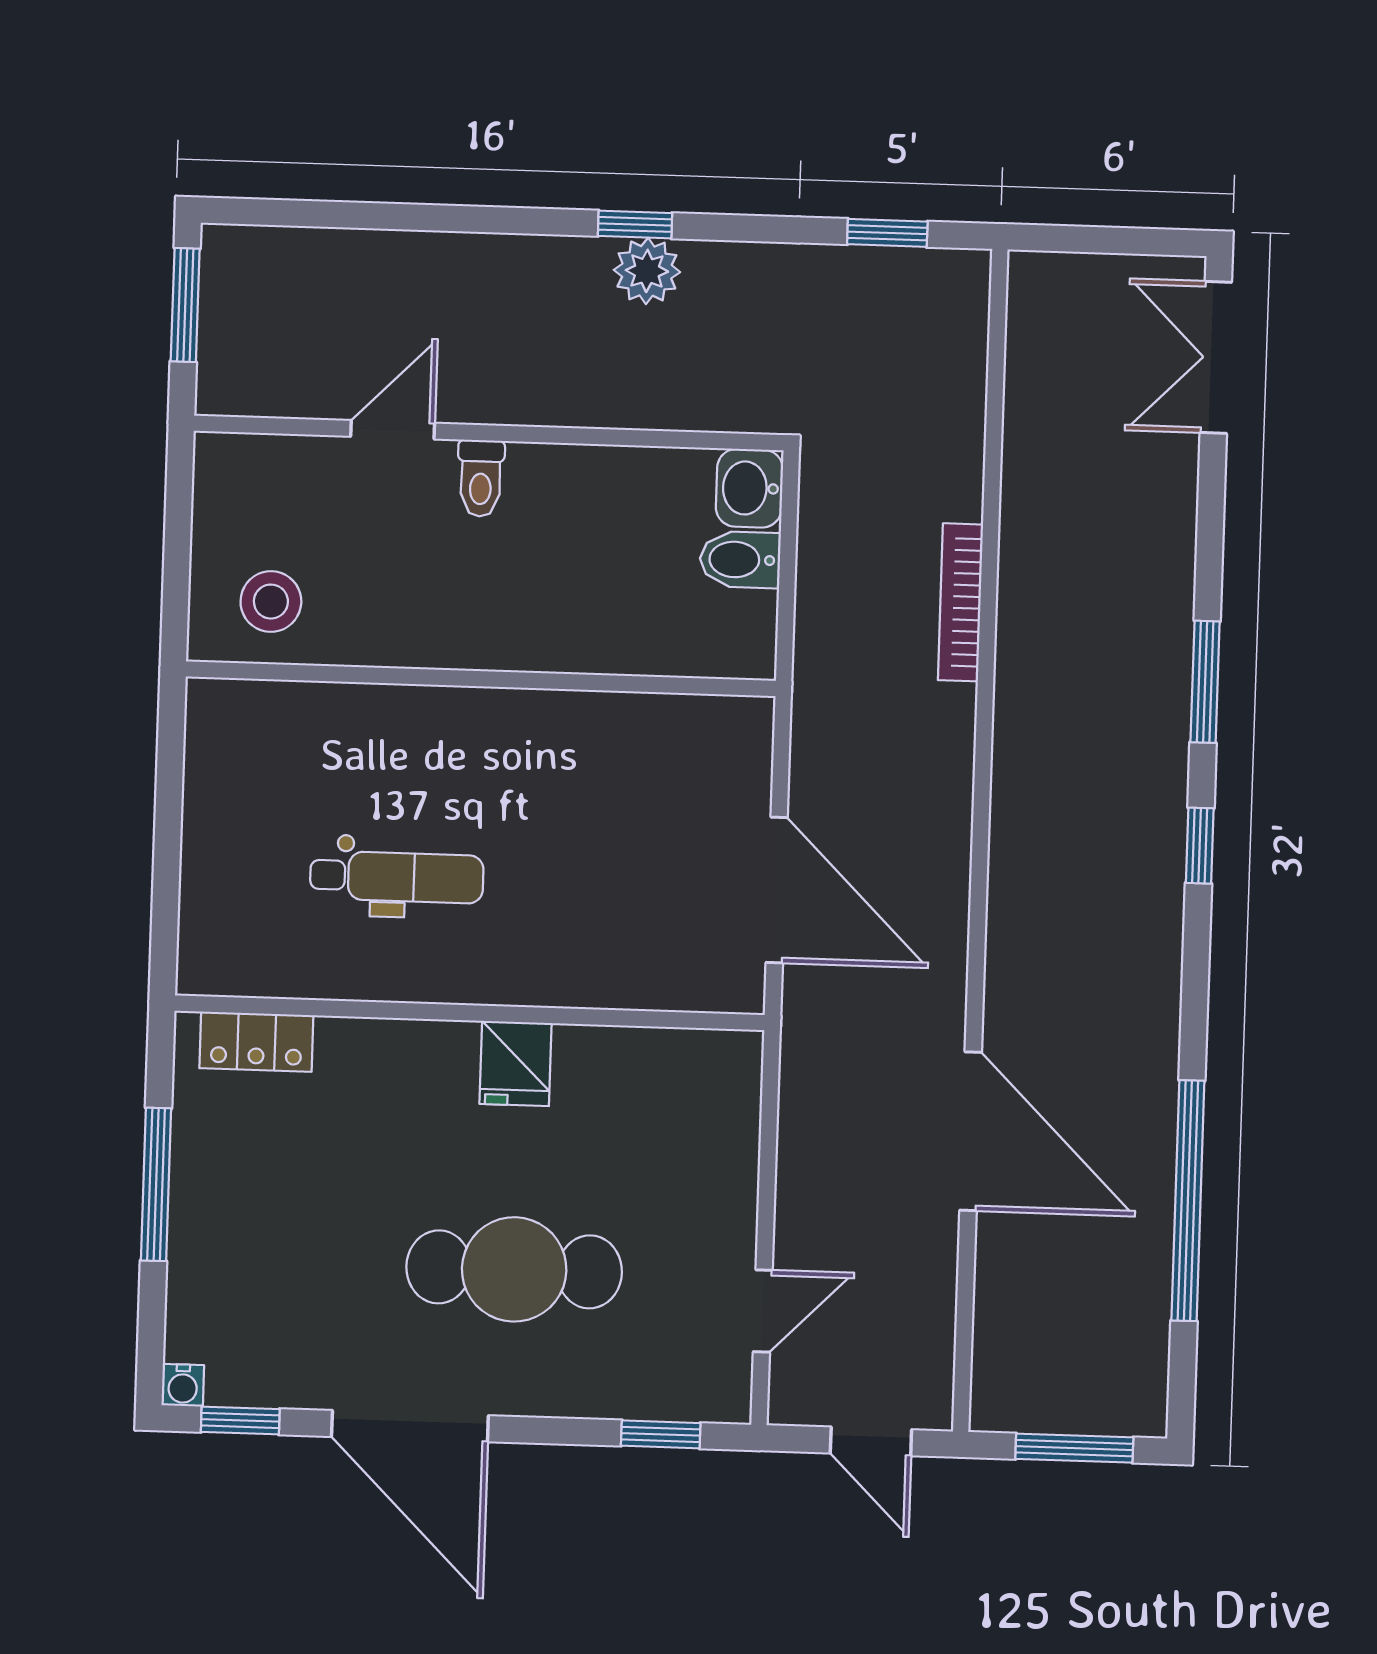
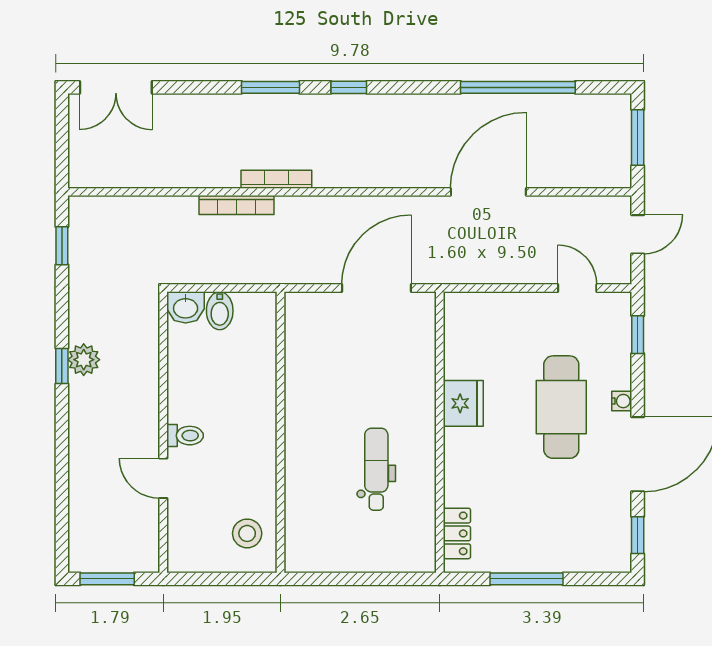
bookcase: (1012, 688) -> (276, 179), added
fridge: (516, 1063) -> (463, 403), width x1.38
water cooler: (183, 1385) -> (622, 401), moved

